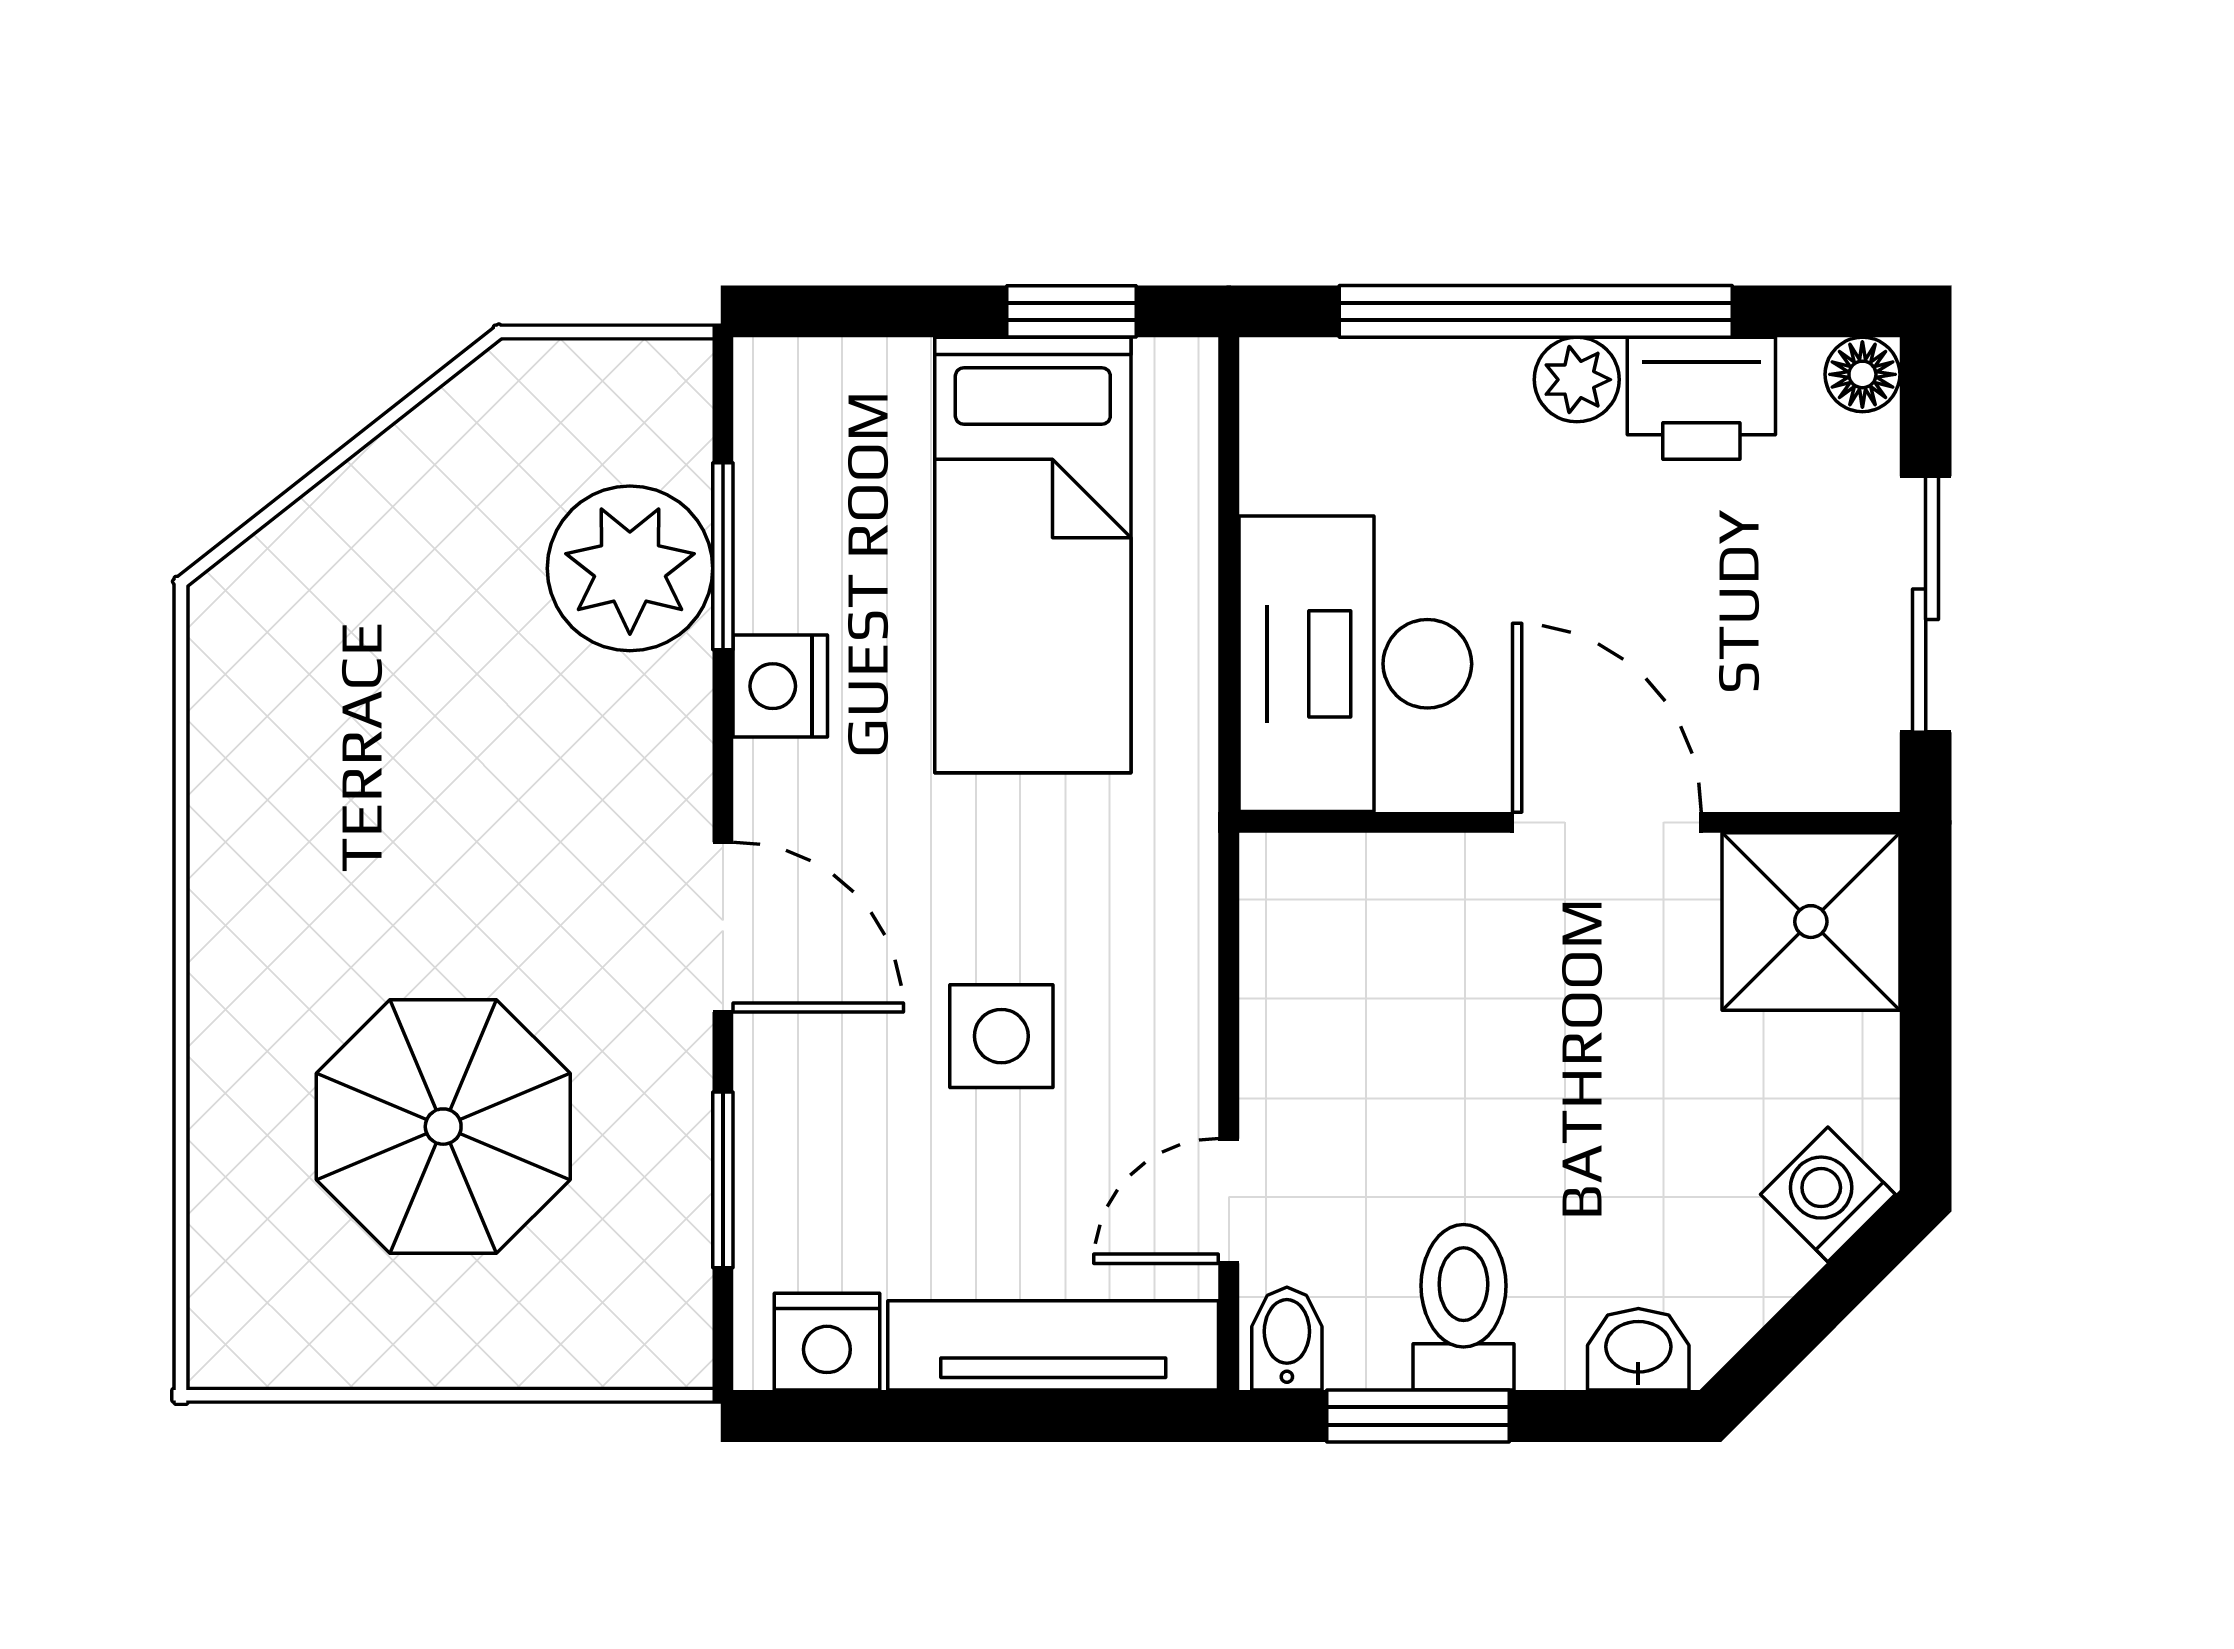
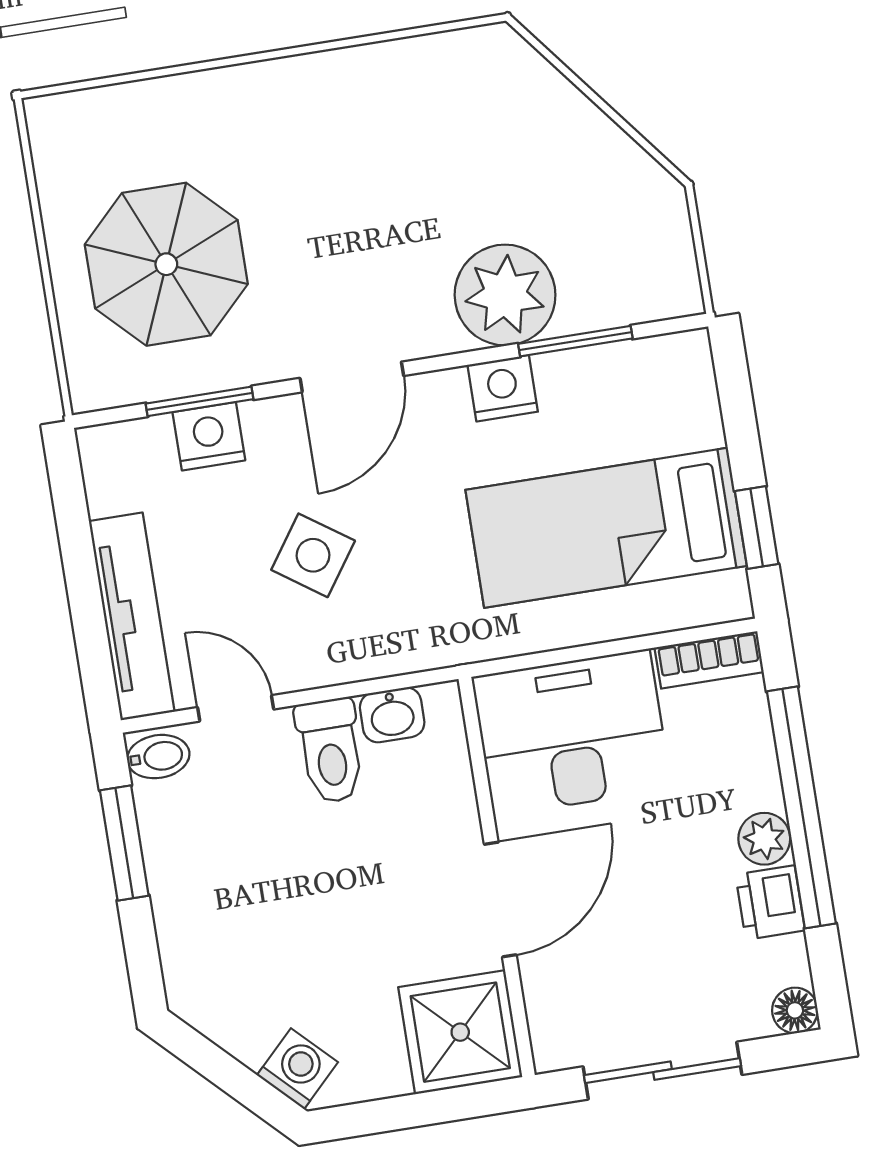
printer: (1701, 398) -> (770, 903), width x0.73, depth x0.81
bookcase: (1273, 422) -> (709, 660), added
plant: (630, 568) -> (505, 295), moved
side table: (1001, 1036) -> (313, 555), turned 35
parasol: (443, 1127) -> (166, 264), moved
toilet: (1463, 1307) -> (330, 751), moved, turned 90
nightstand: (827, 1342) -> (209, 436), moved, turned 90
washbasin: (1638, 1349) -> (392, 715), moved, turned 90

